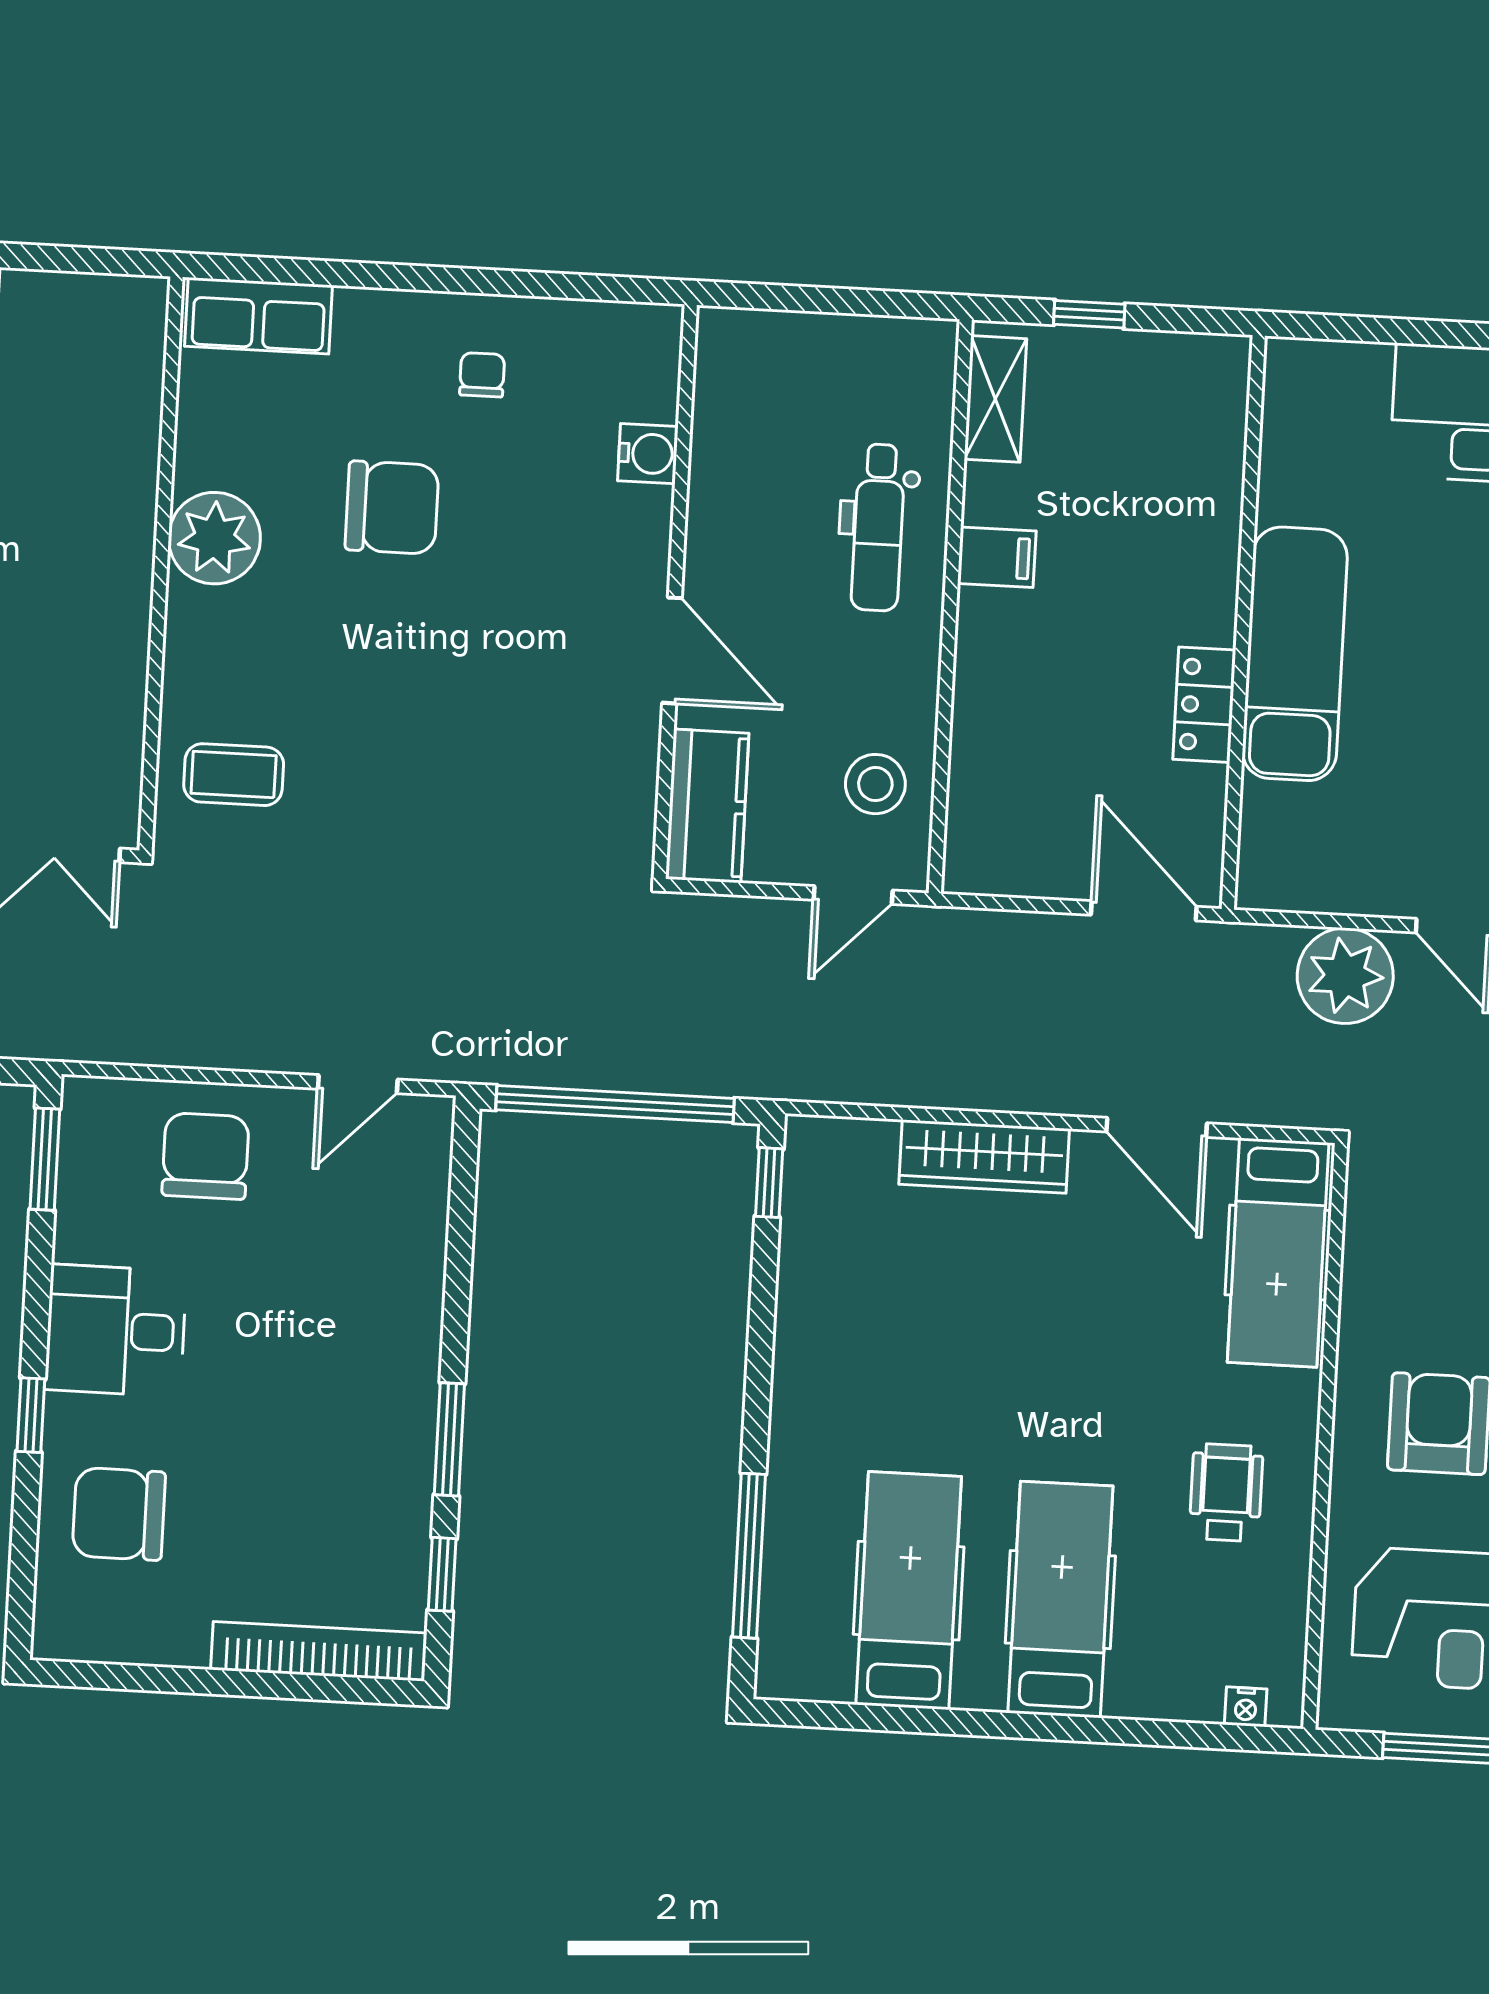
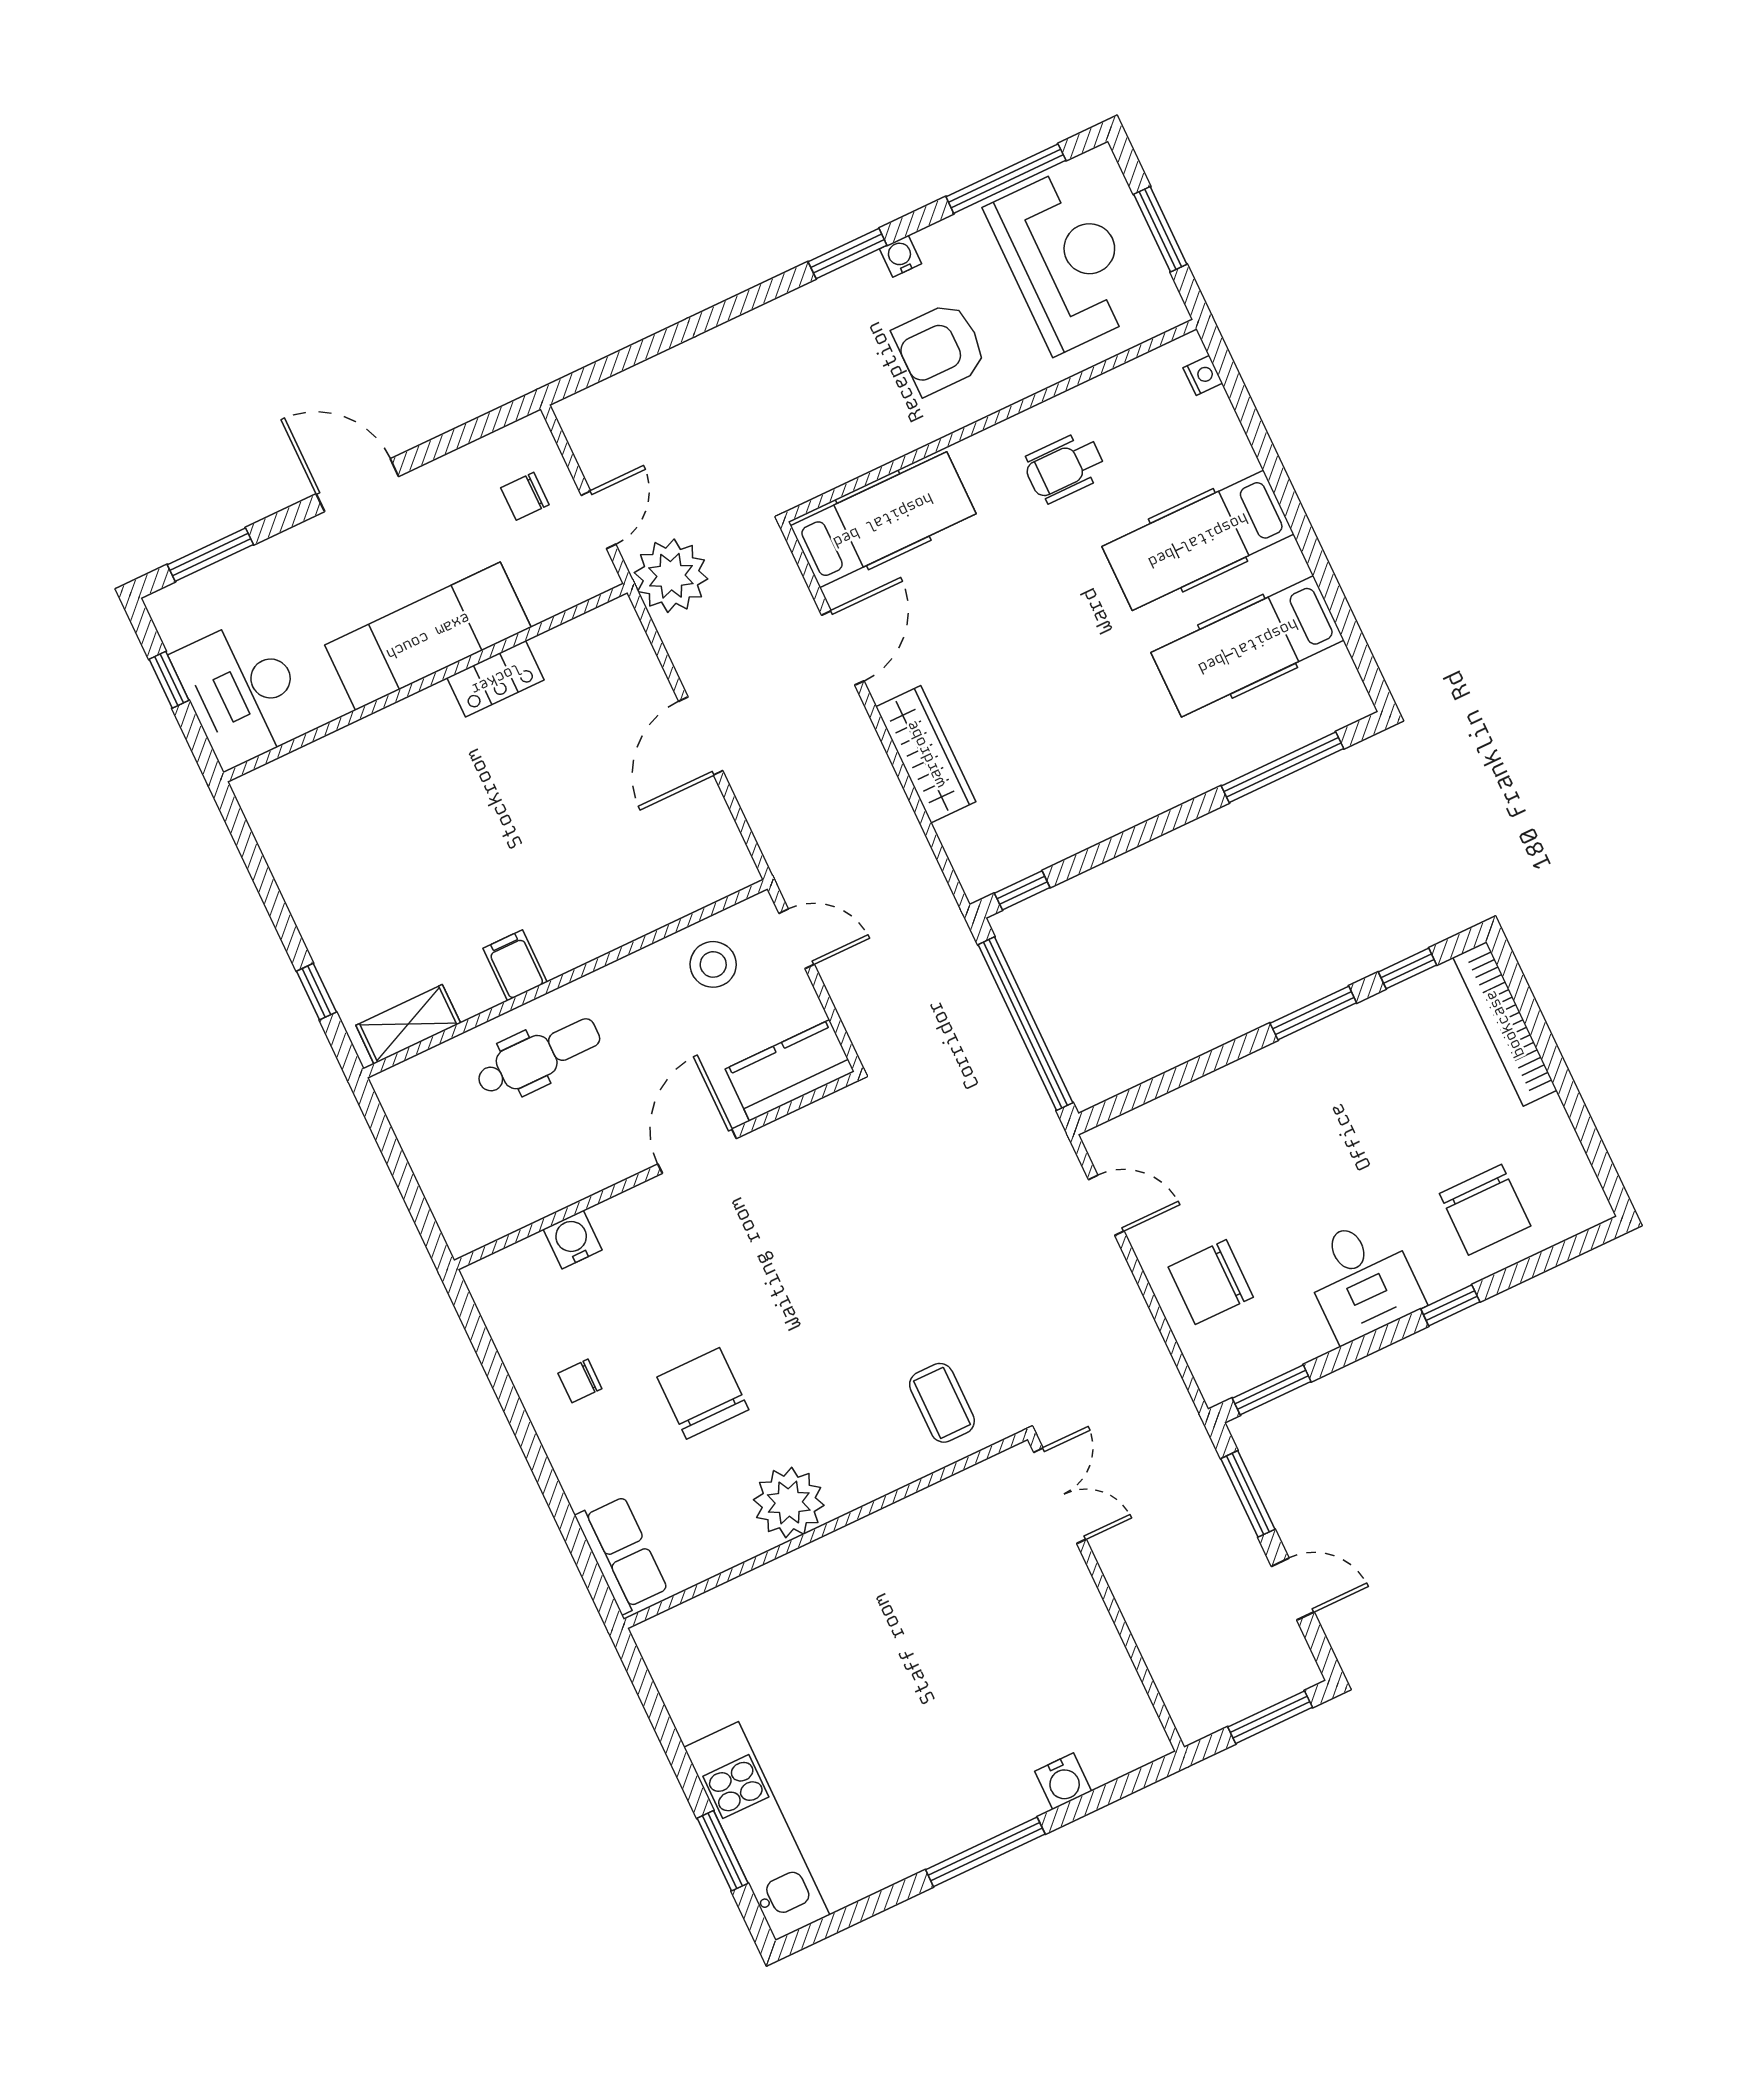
wall: (1243, 622) -> (425, 683), moved
exam couch: (1295, 654) -> (428, 636), moved
locker: (1204, 705) -> (496, 679), moved

